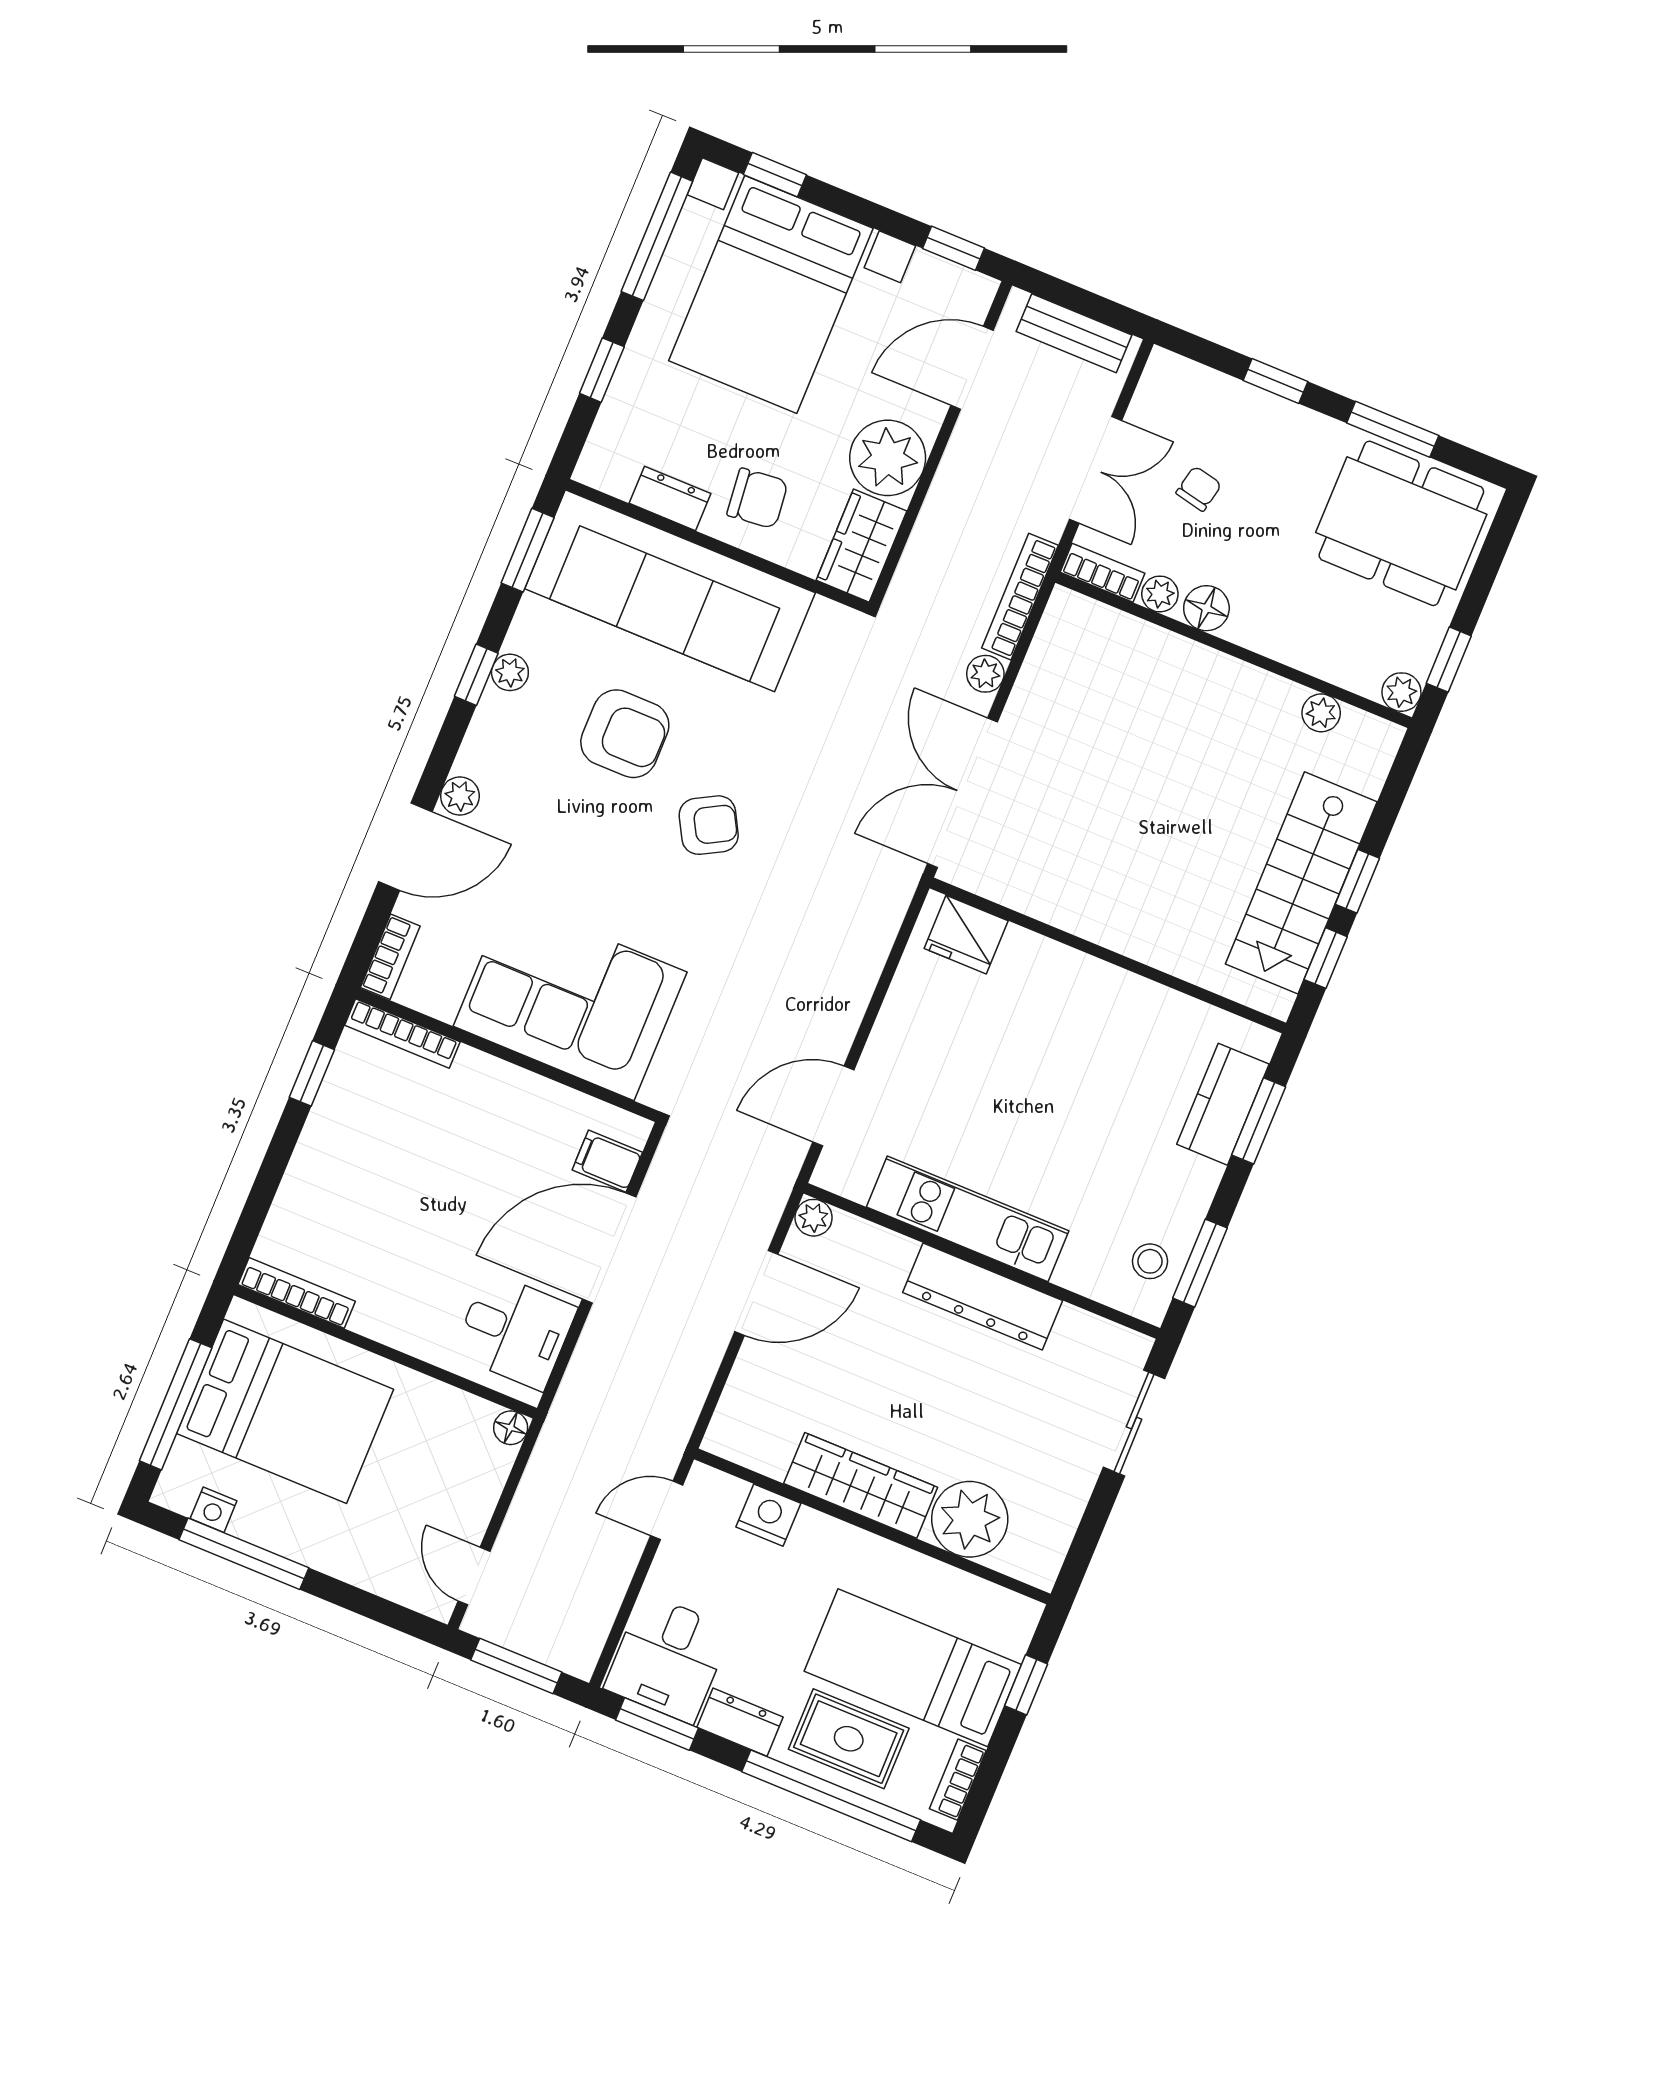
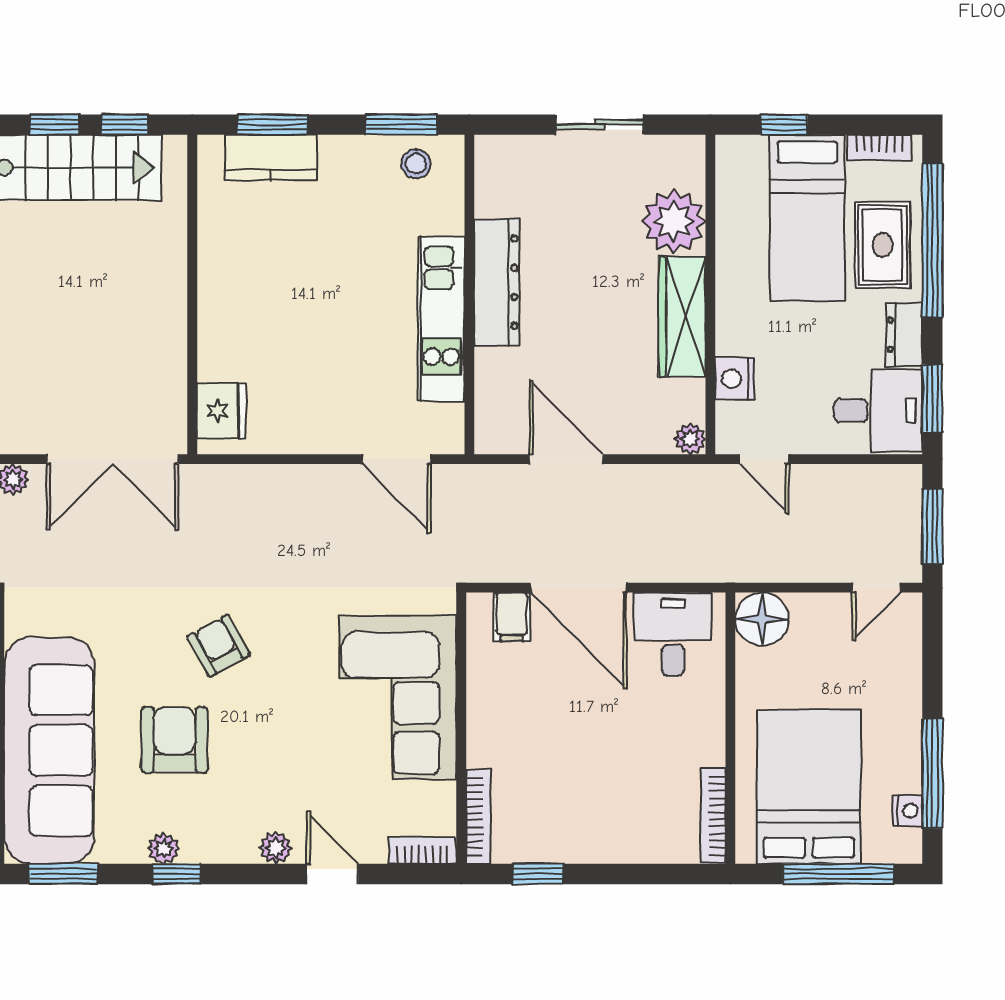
door: (405, 847) -> (332, 874), width x0.73
plant: (814, 1218) -> (690, 439), moved
sliding door: (1134, 1423) -> (600, 125), moved
floor lamp: (511, 1428) -> (762, 619), width x1.89, depth x1.89

